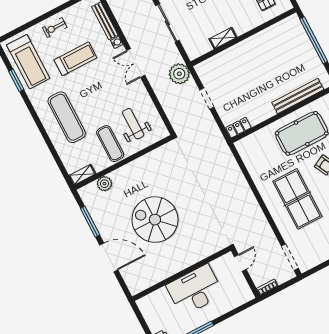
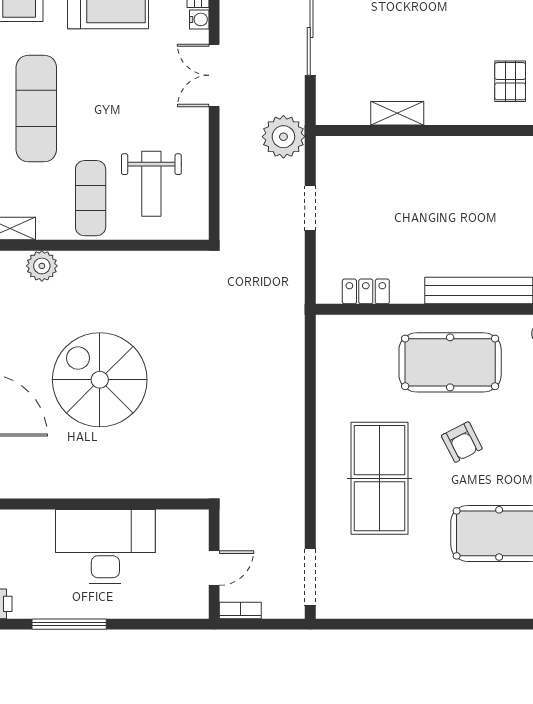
weight bench: (133, 124) -> (151, 184), turned 180
locker: (238, 128) -> (366, 291), moved
door: (240, 263) -> (214, 568), moved

